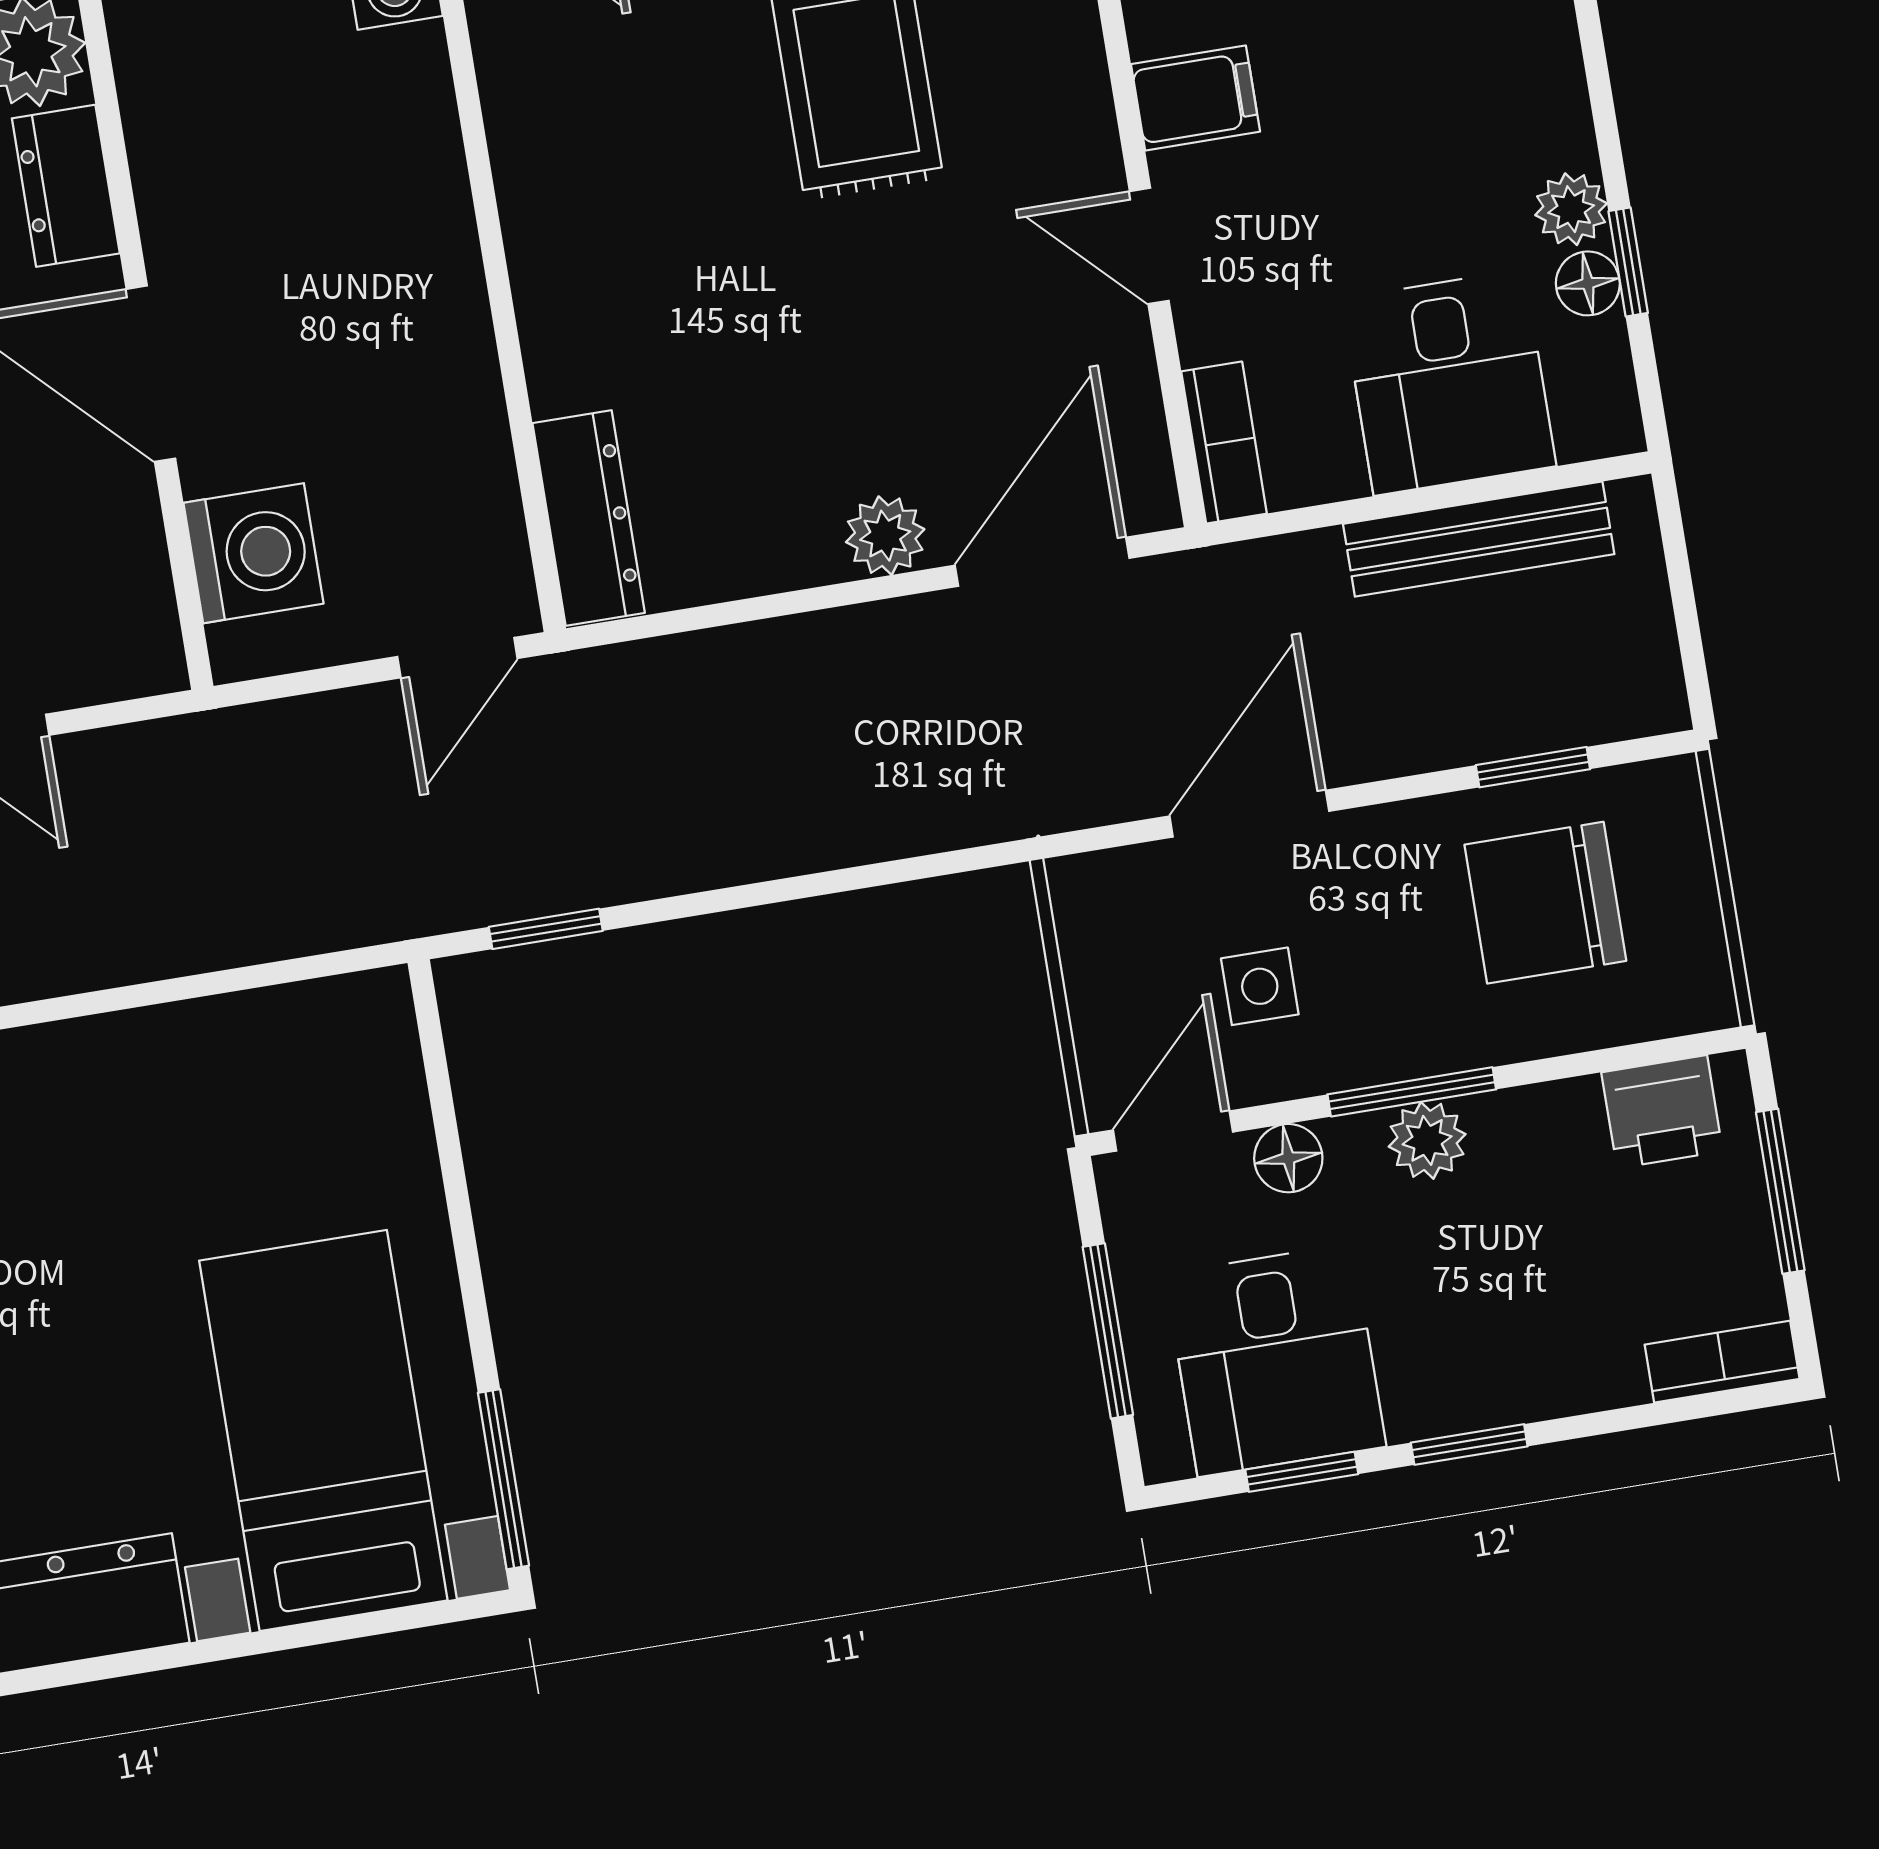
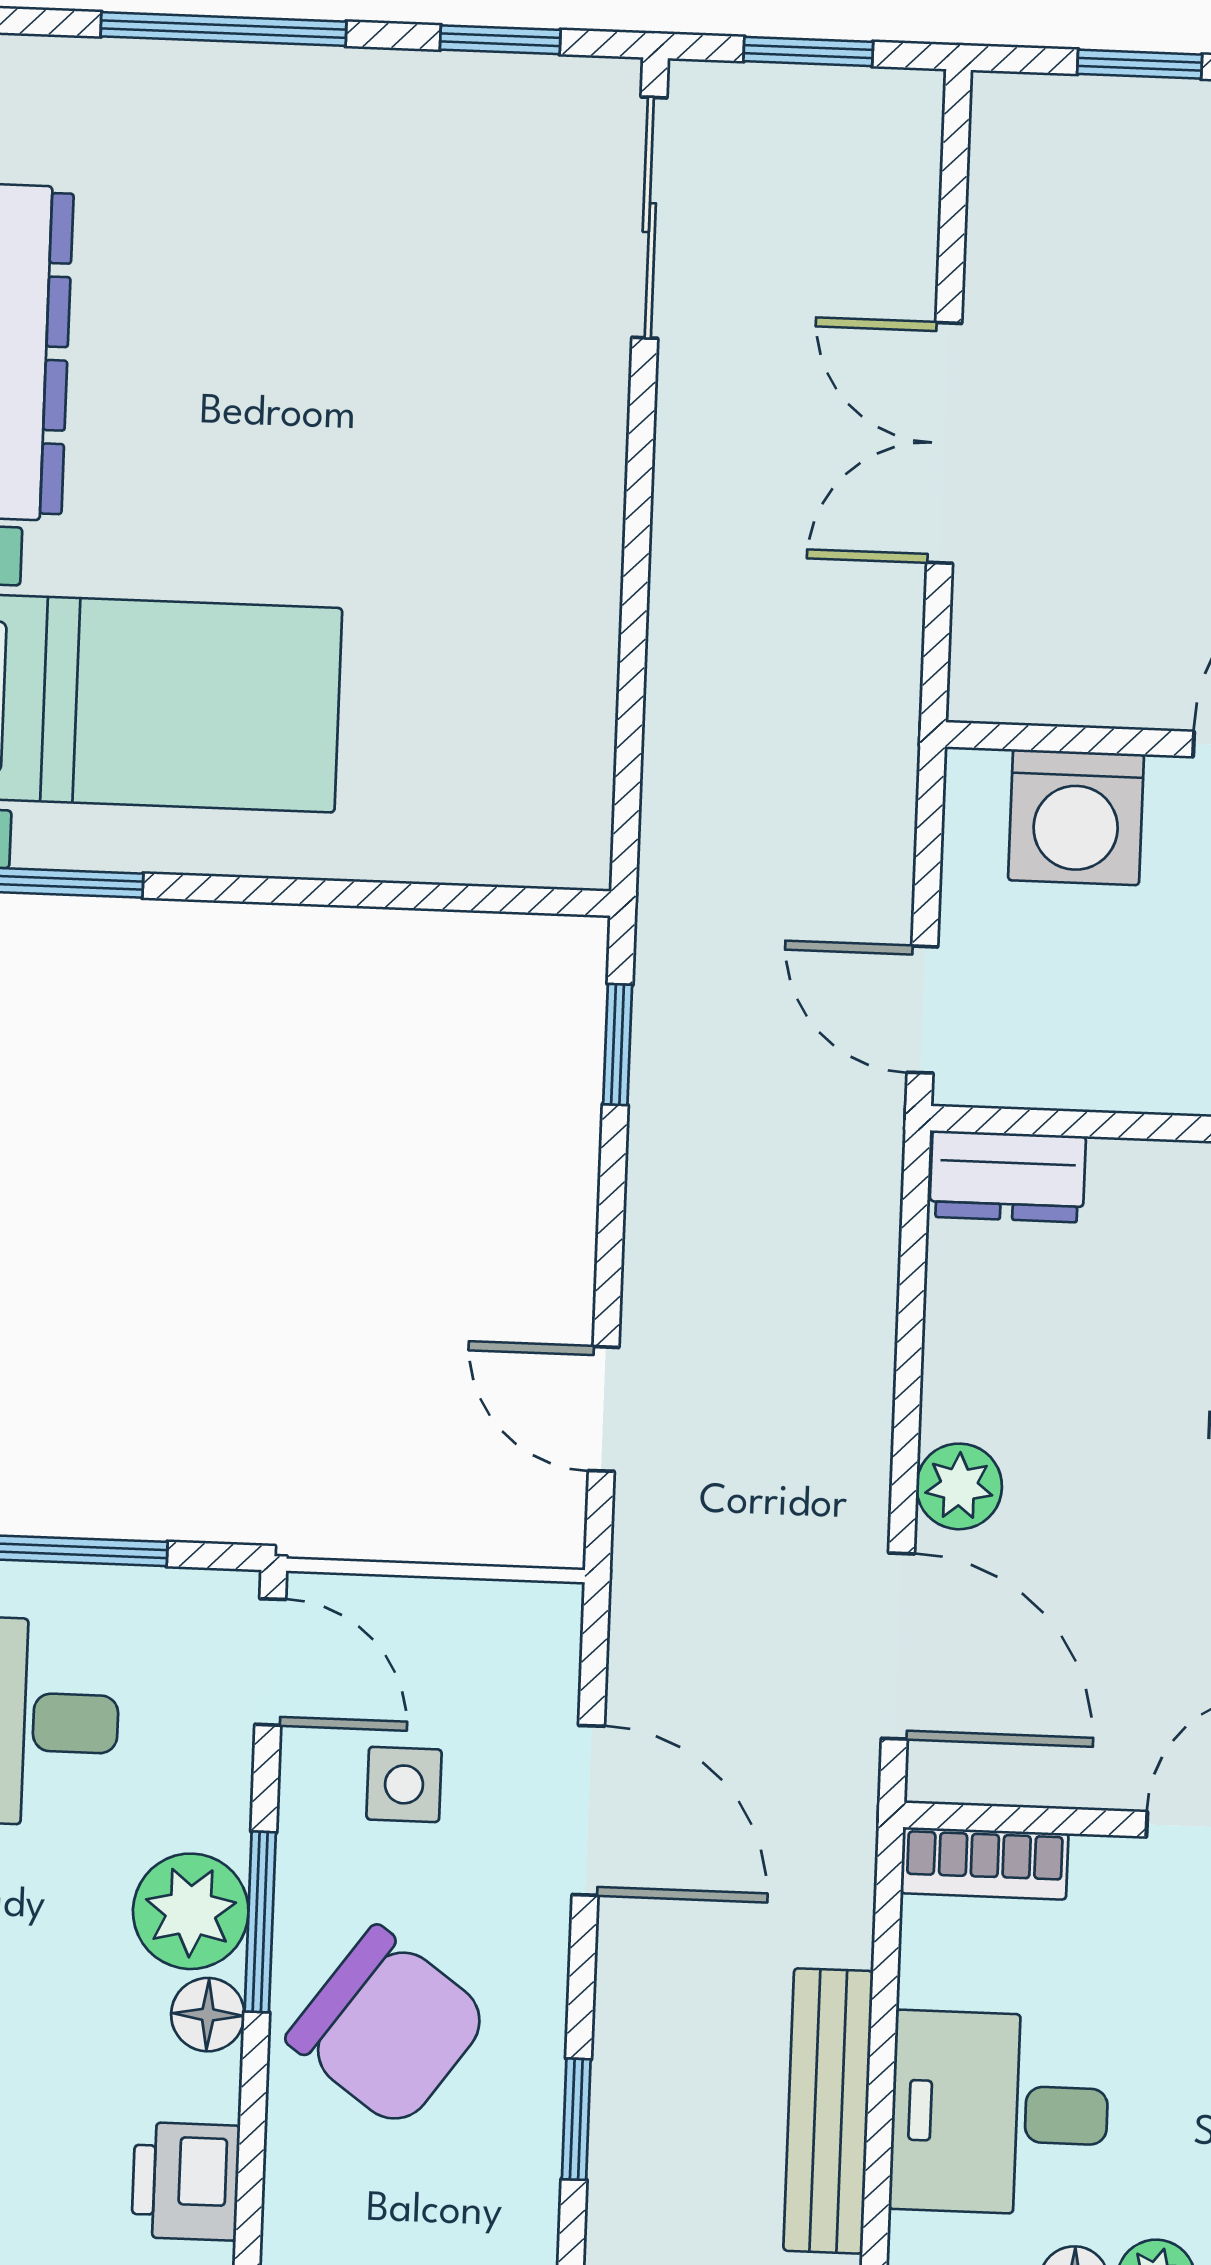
dresser: (589, 518) -> (1008, 1176), width x0.70
door: (881, 874) -> (604, 1409), added
chair: (1545, 903) -> (388, 2027), moved, turned 126
plant: (1427, 1140) -> (191, 1911), width x1.38, depth x1.38
floor lamp: (1288, 1158) -> (208, 2015), moved

